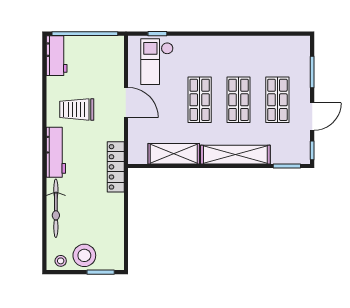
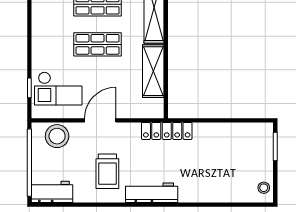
bicycle: (56, 208) -> (209, 193), removed
stool: (84, 255) -> (57, 136), moved

